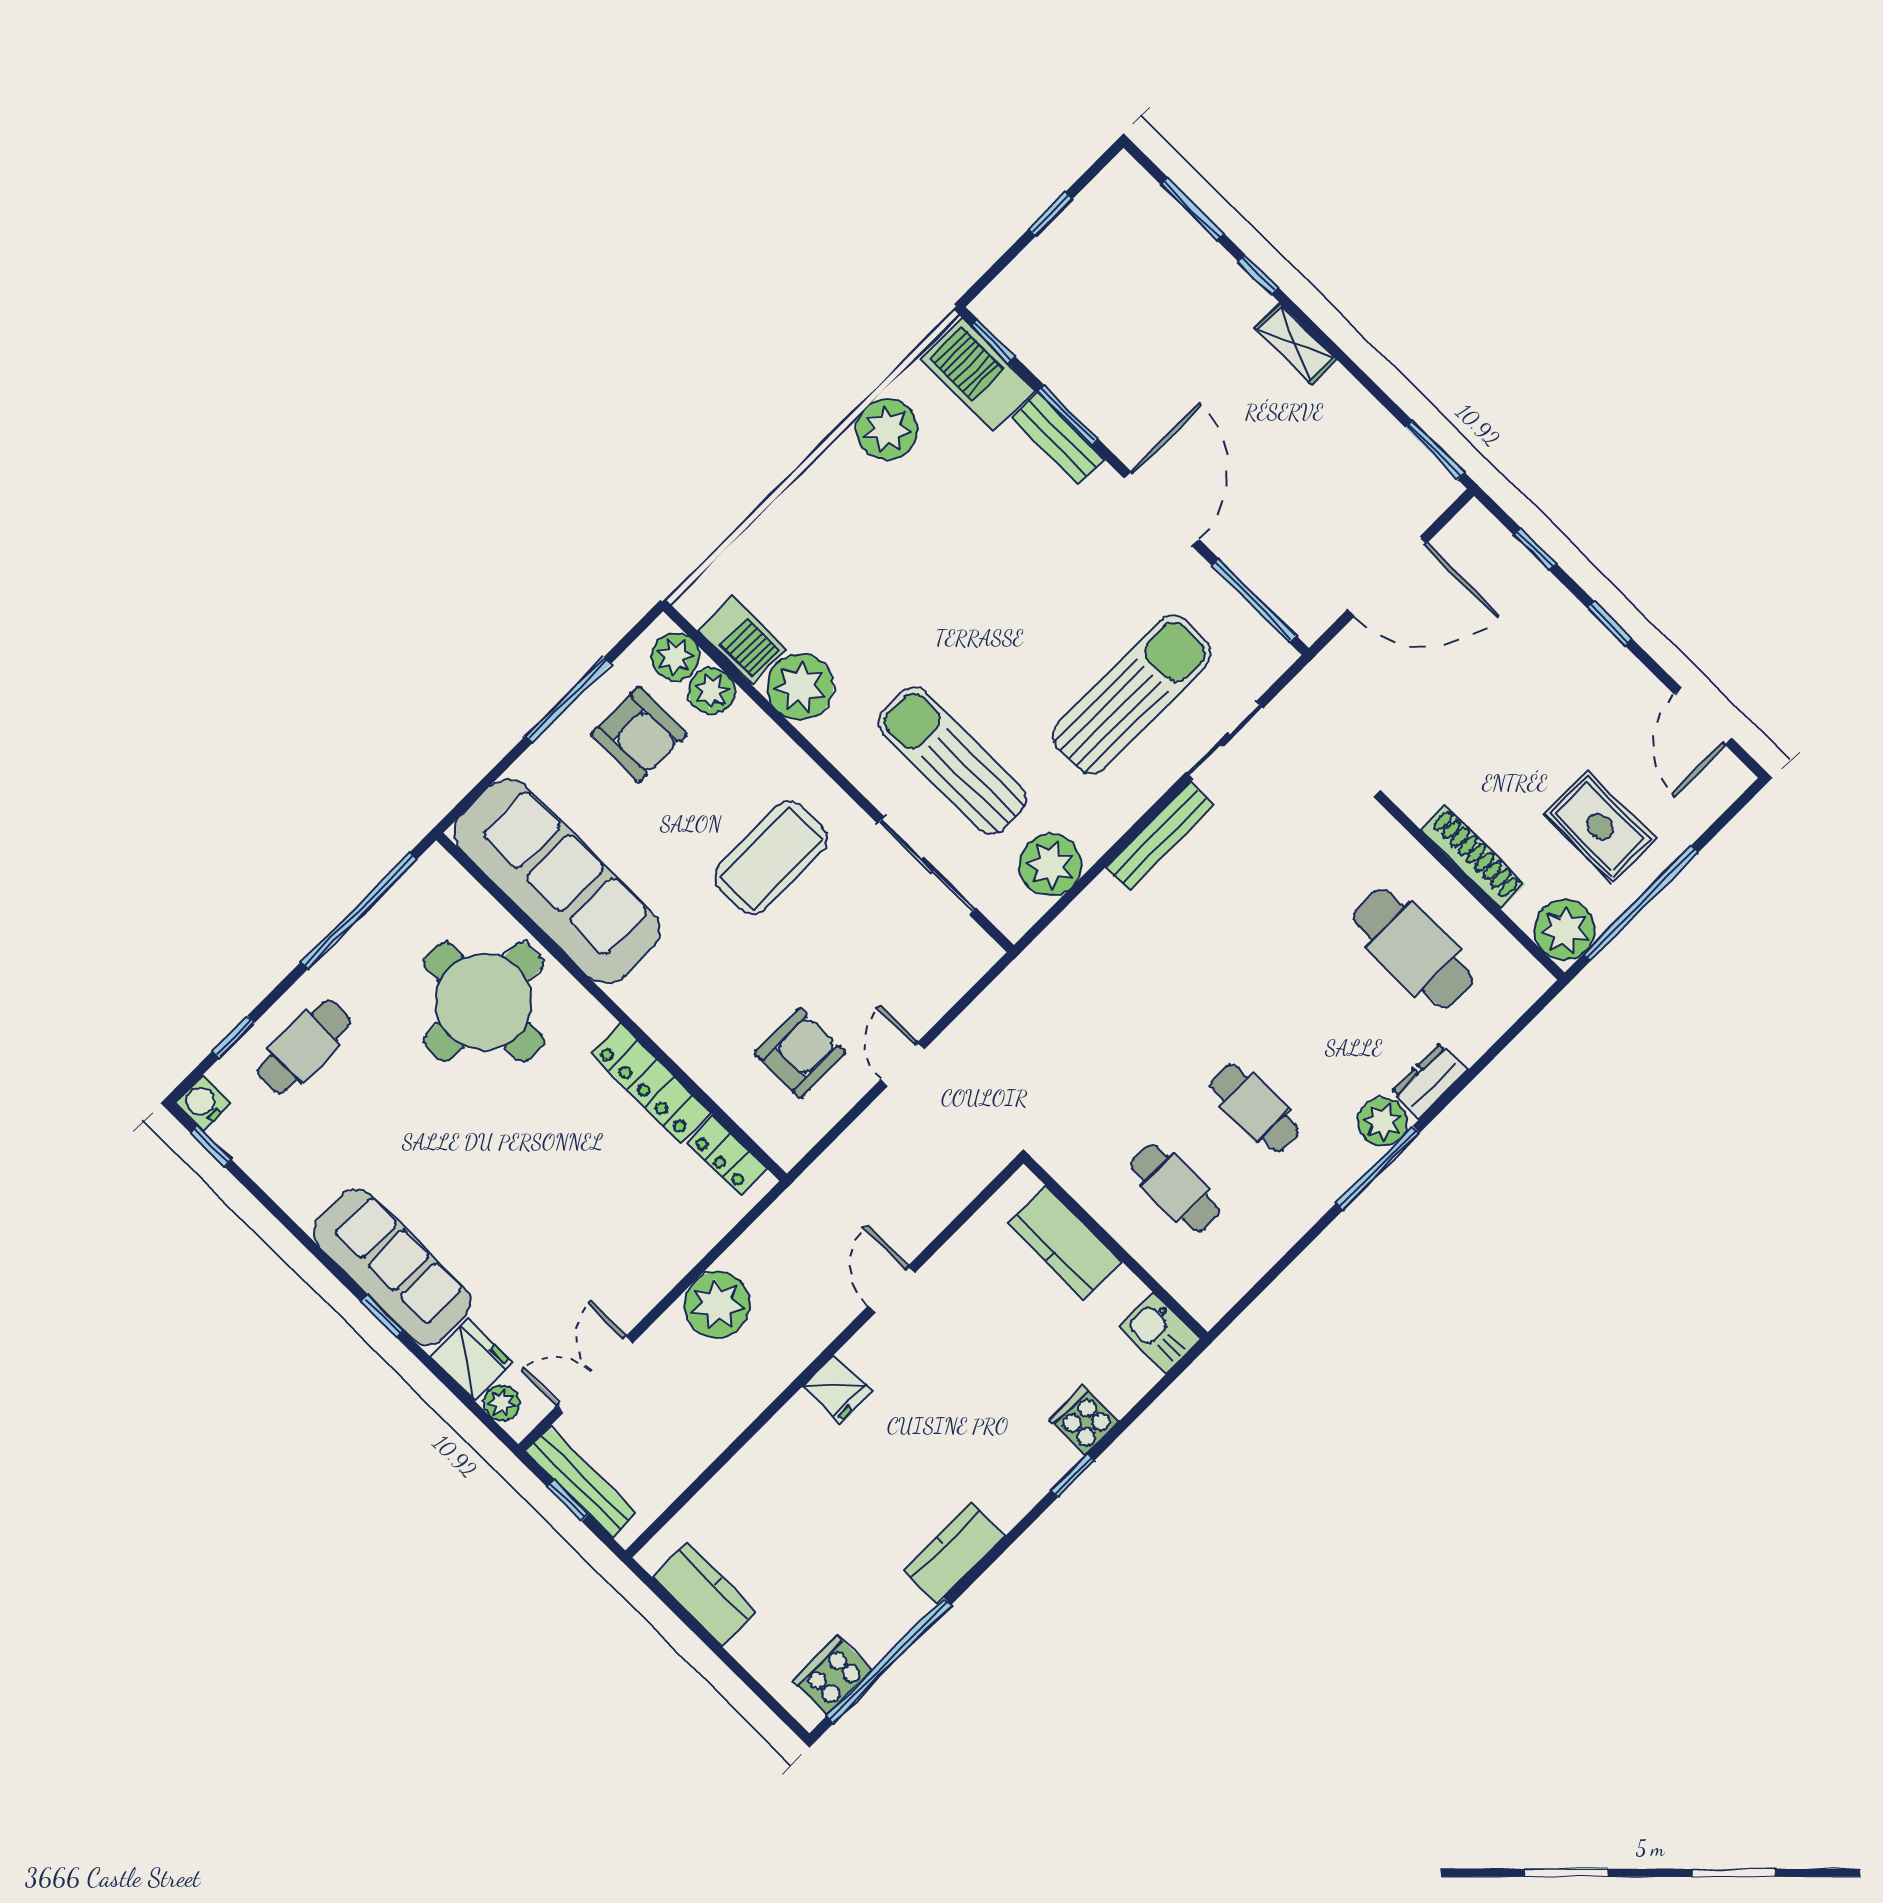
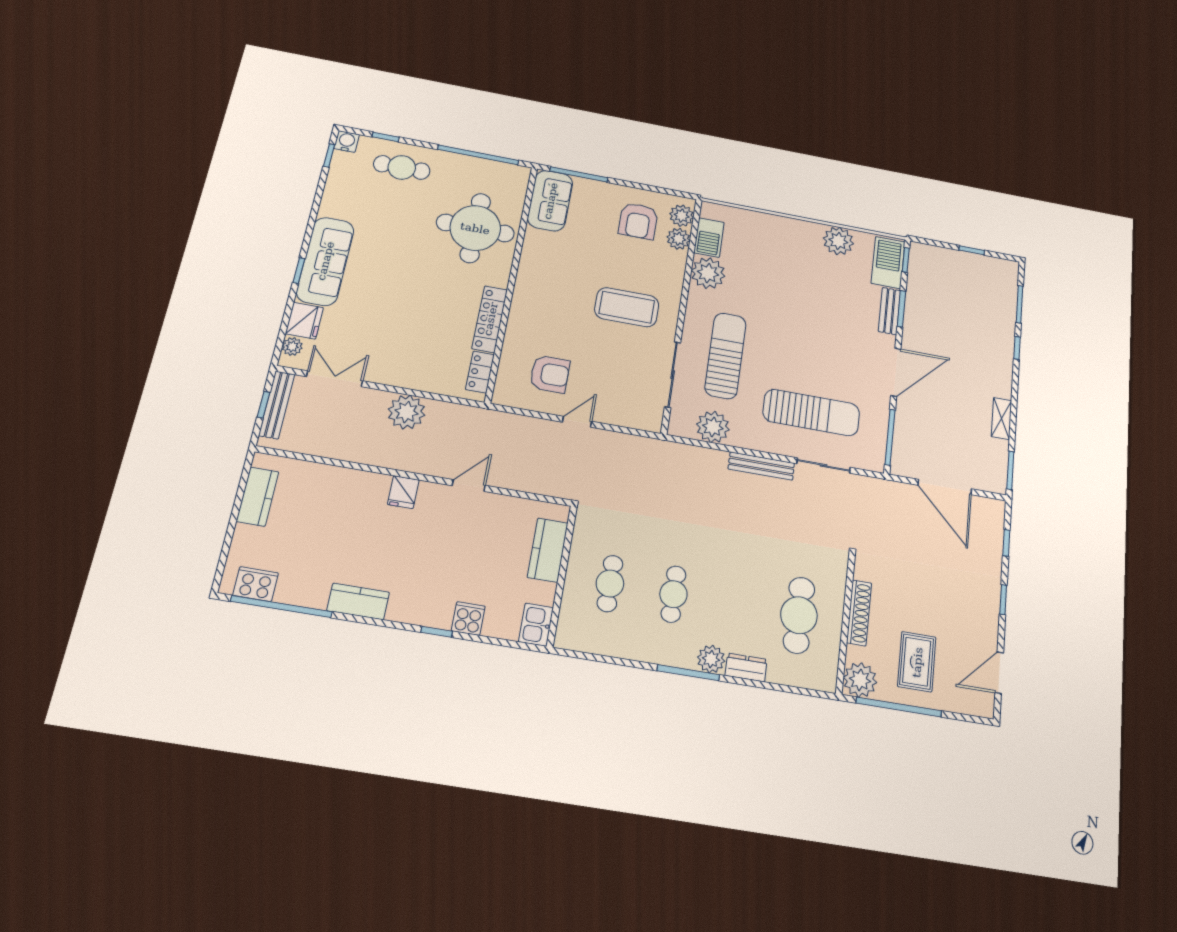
shelving: (1296, 344) -> (1001, 419), moved
window: (568, 700) -> (579, 174), moved
sofa: (557, 881) -> (550, 201), width x0.54, depth x0.79

